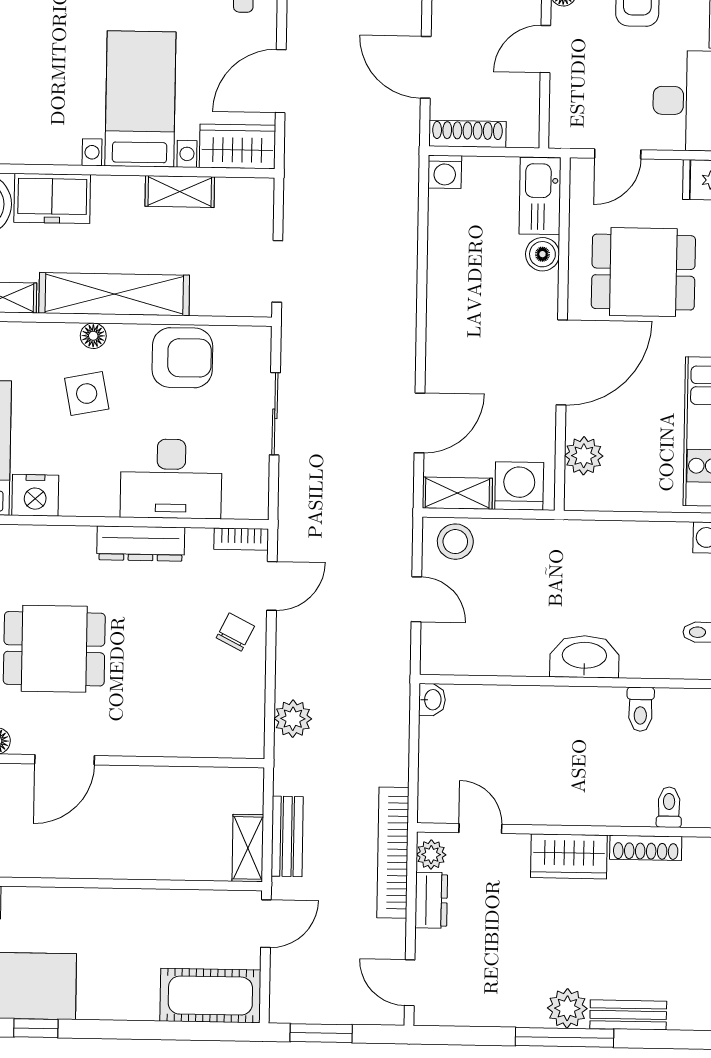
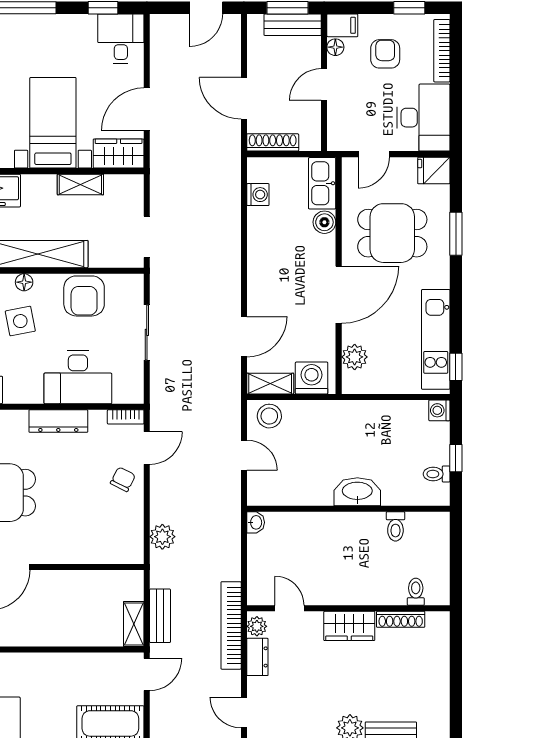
washing machine: (445, 172) -> (258, 195), moved, turned -90
armchair: (182, 358) -> (84, 296), turned 90

